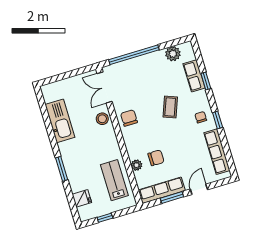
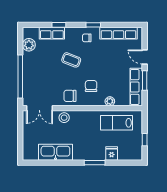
chair: (156, 158) -> (91, 86), moved
fridge: (82, 198) -> (112, 153), moved

